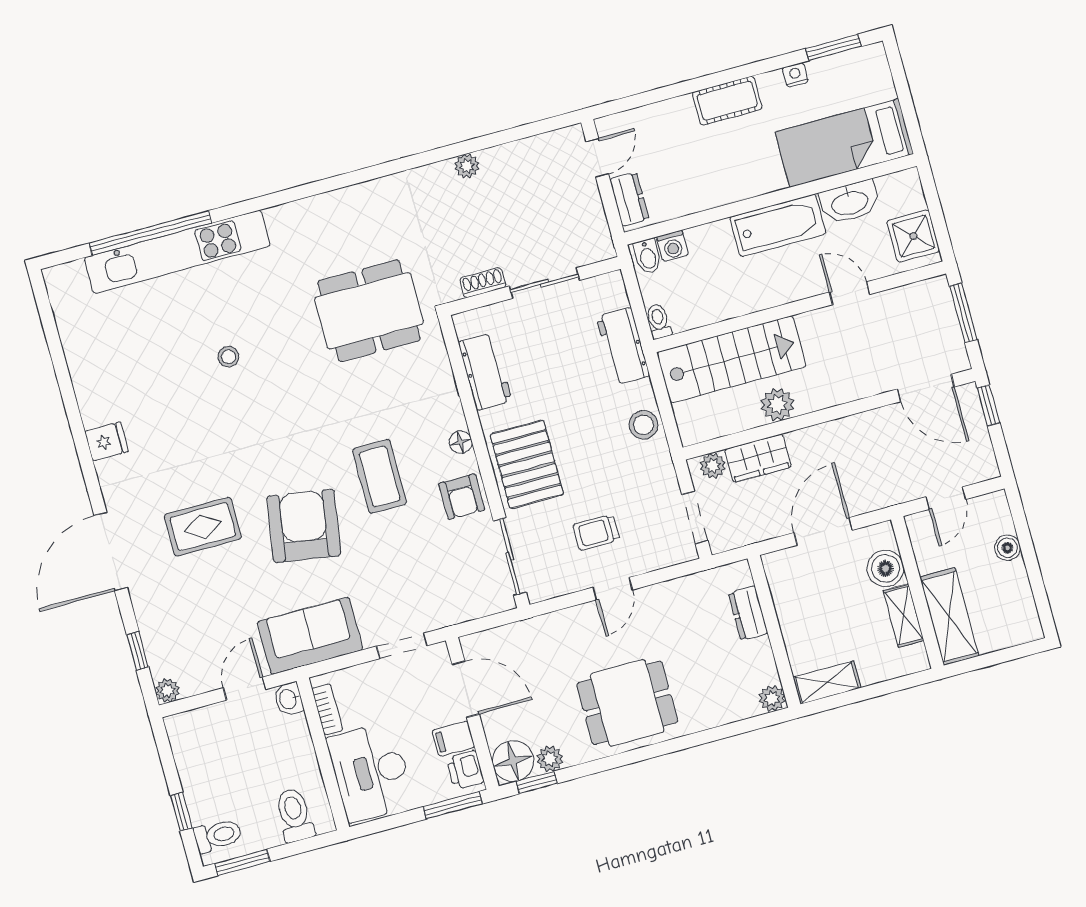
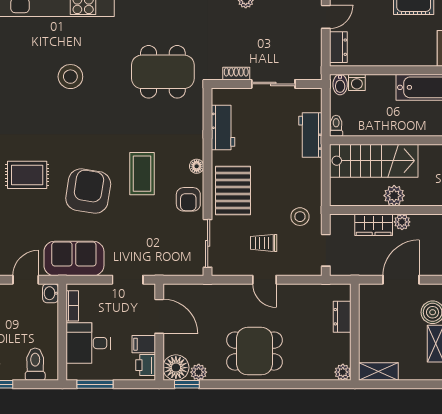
stool: (228, 357) -> (70, 77), width x1.89, depth x1.89
stool: (644, 425) -> (300, 217), moved
plant: (713, 466) -> (402, 222), moved
door: (613, 589) -> (264, 280), hinge flipped
desk: (371, 772) -> (88, 343), width x0.73
window: (453, 805) -> (95, 384), moved

